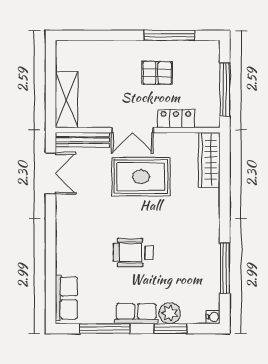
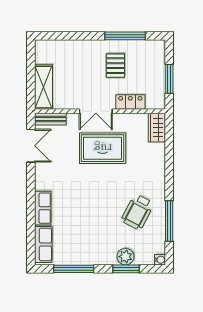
pallet: (157, 73) -> (115, 66), turned 90
window: (225, 89) -> (169, 79), width x0.69
bench: (82, 140) -> (50, 119), width x0.73
wardrobe: (209, 160) -> (157, 128), width x0.67
wheelchair: (133, 252) -> (137, 212), moved, turned -62
row of seats: (136, 314) -> (43, 208), moved, turned 90

